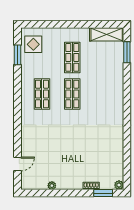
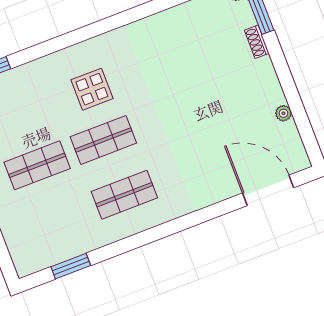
display table: (33, 44) -> (92, 89), moved
door: (18, 164) -> (268, 190), width x1.87

